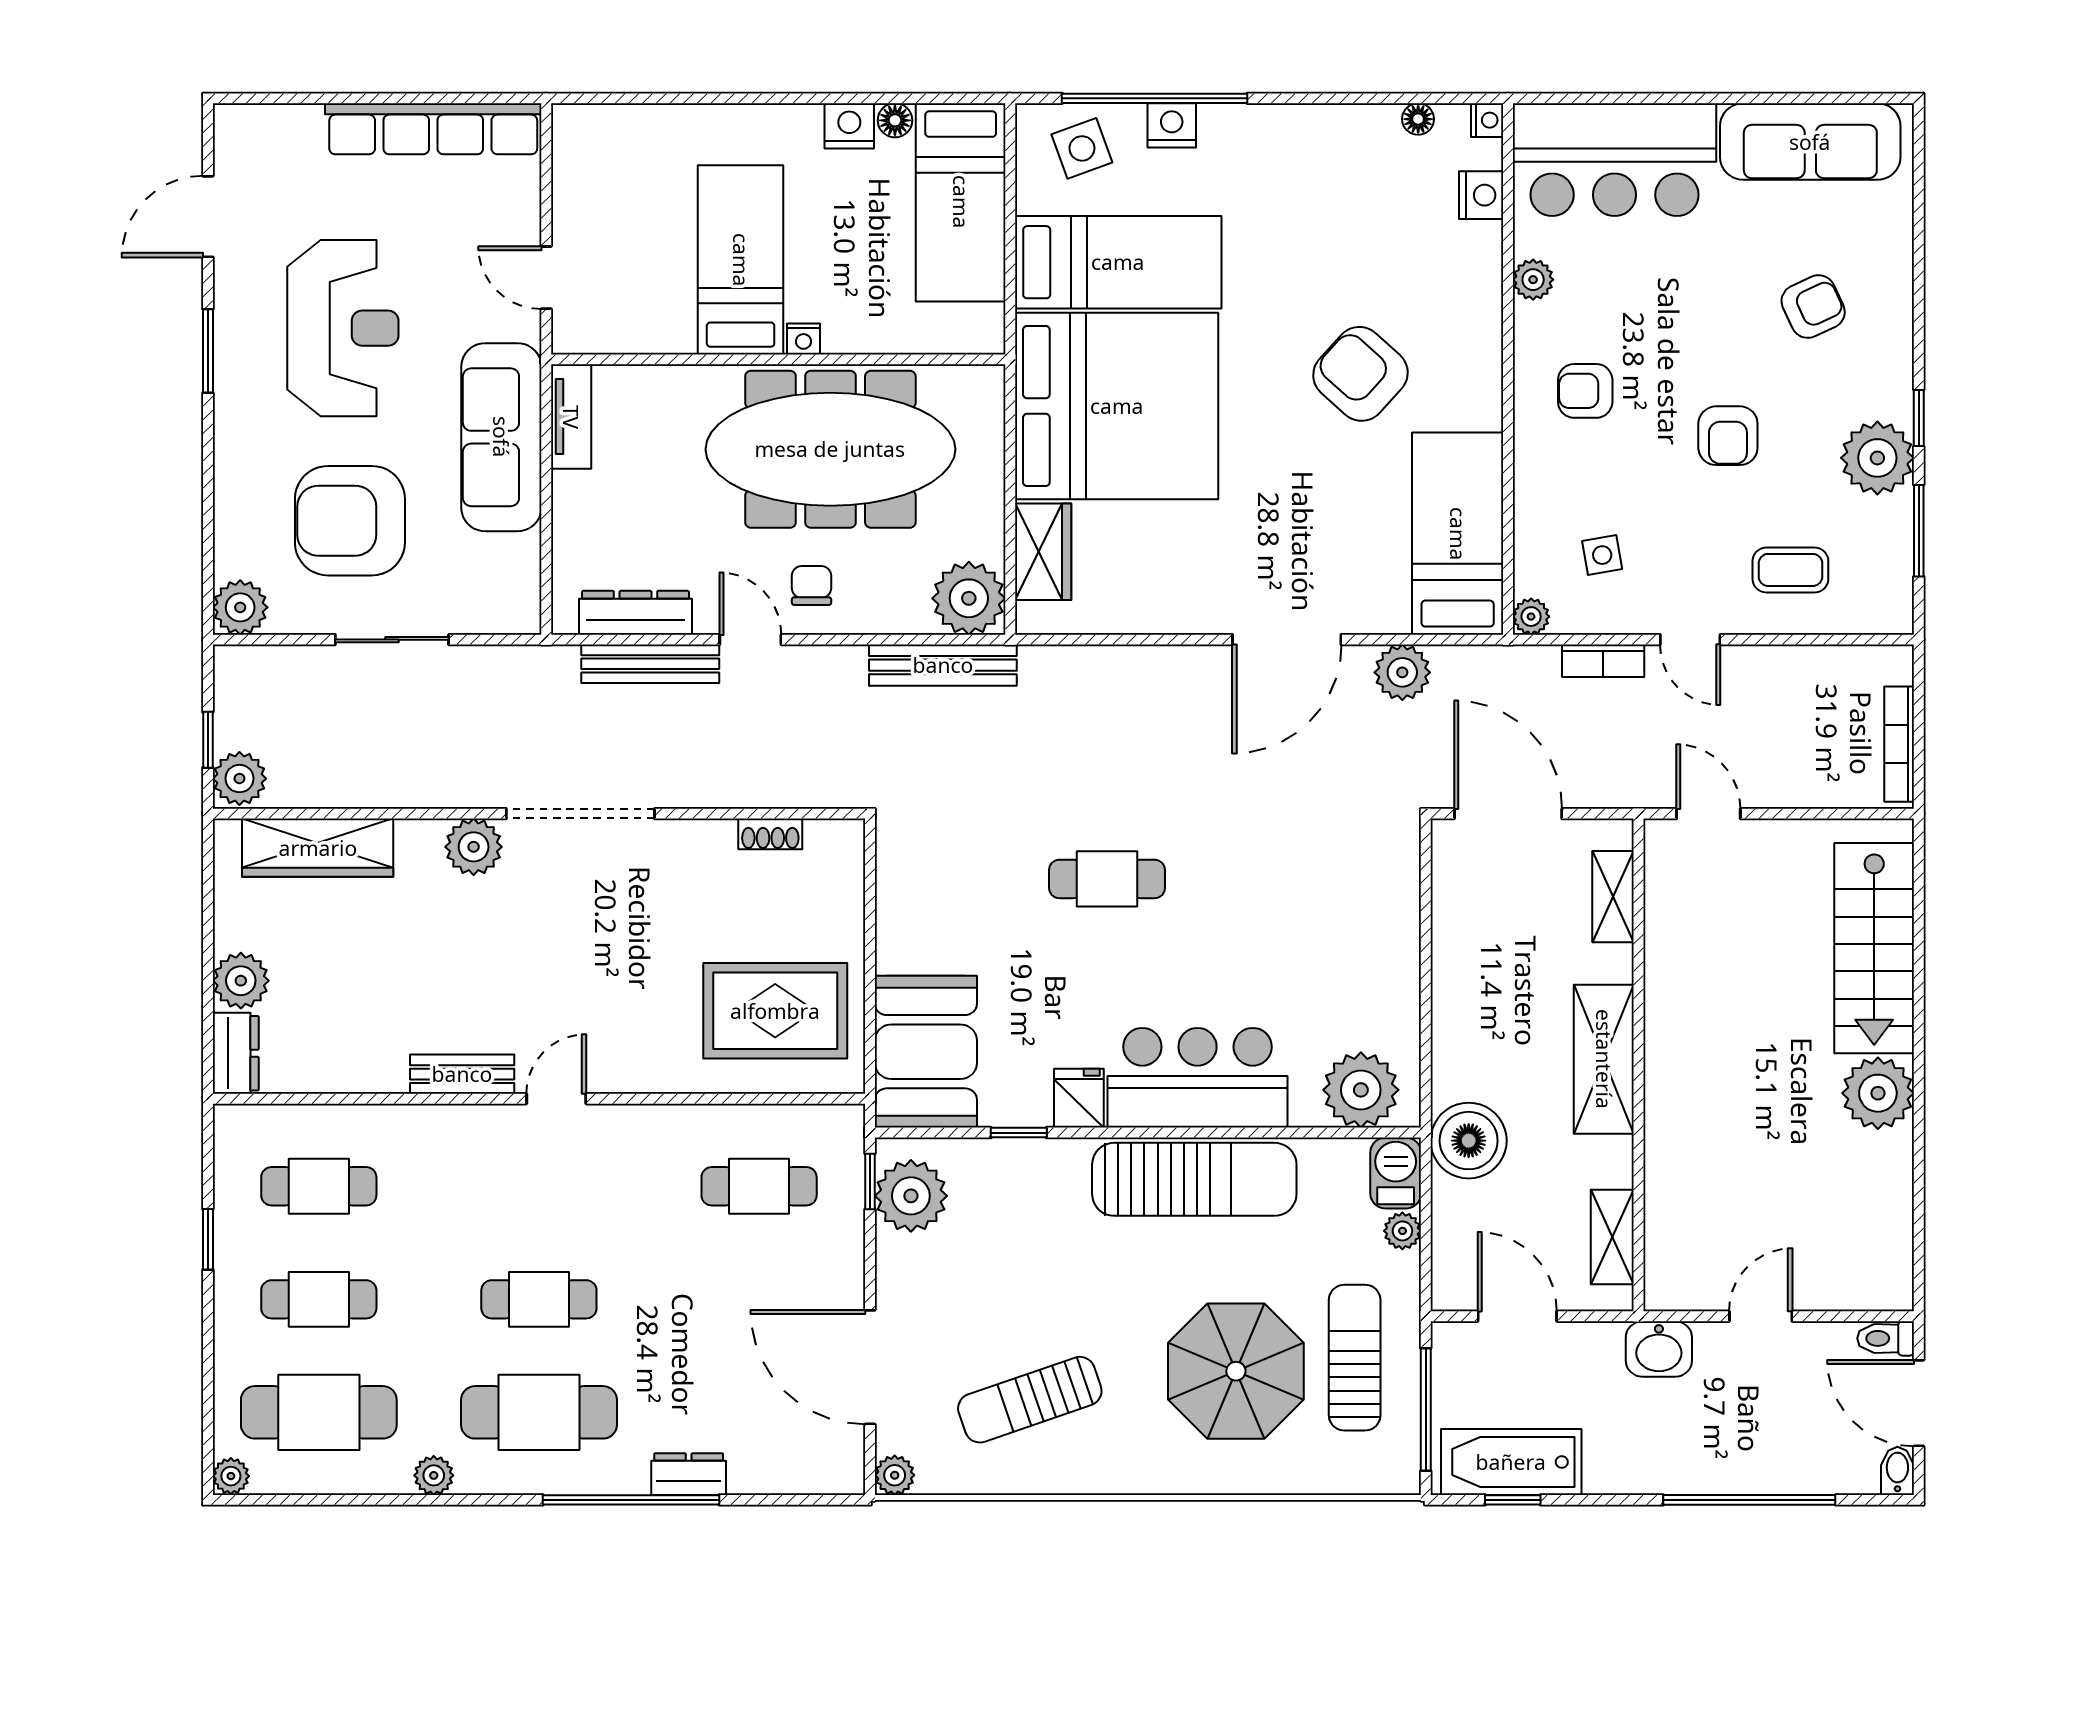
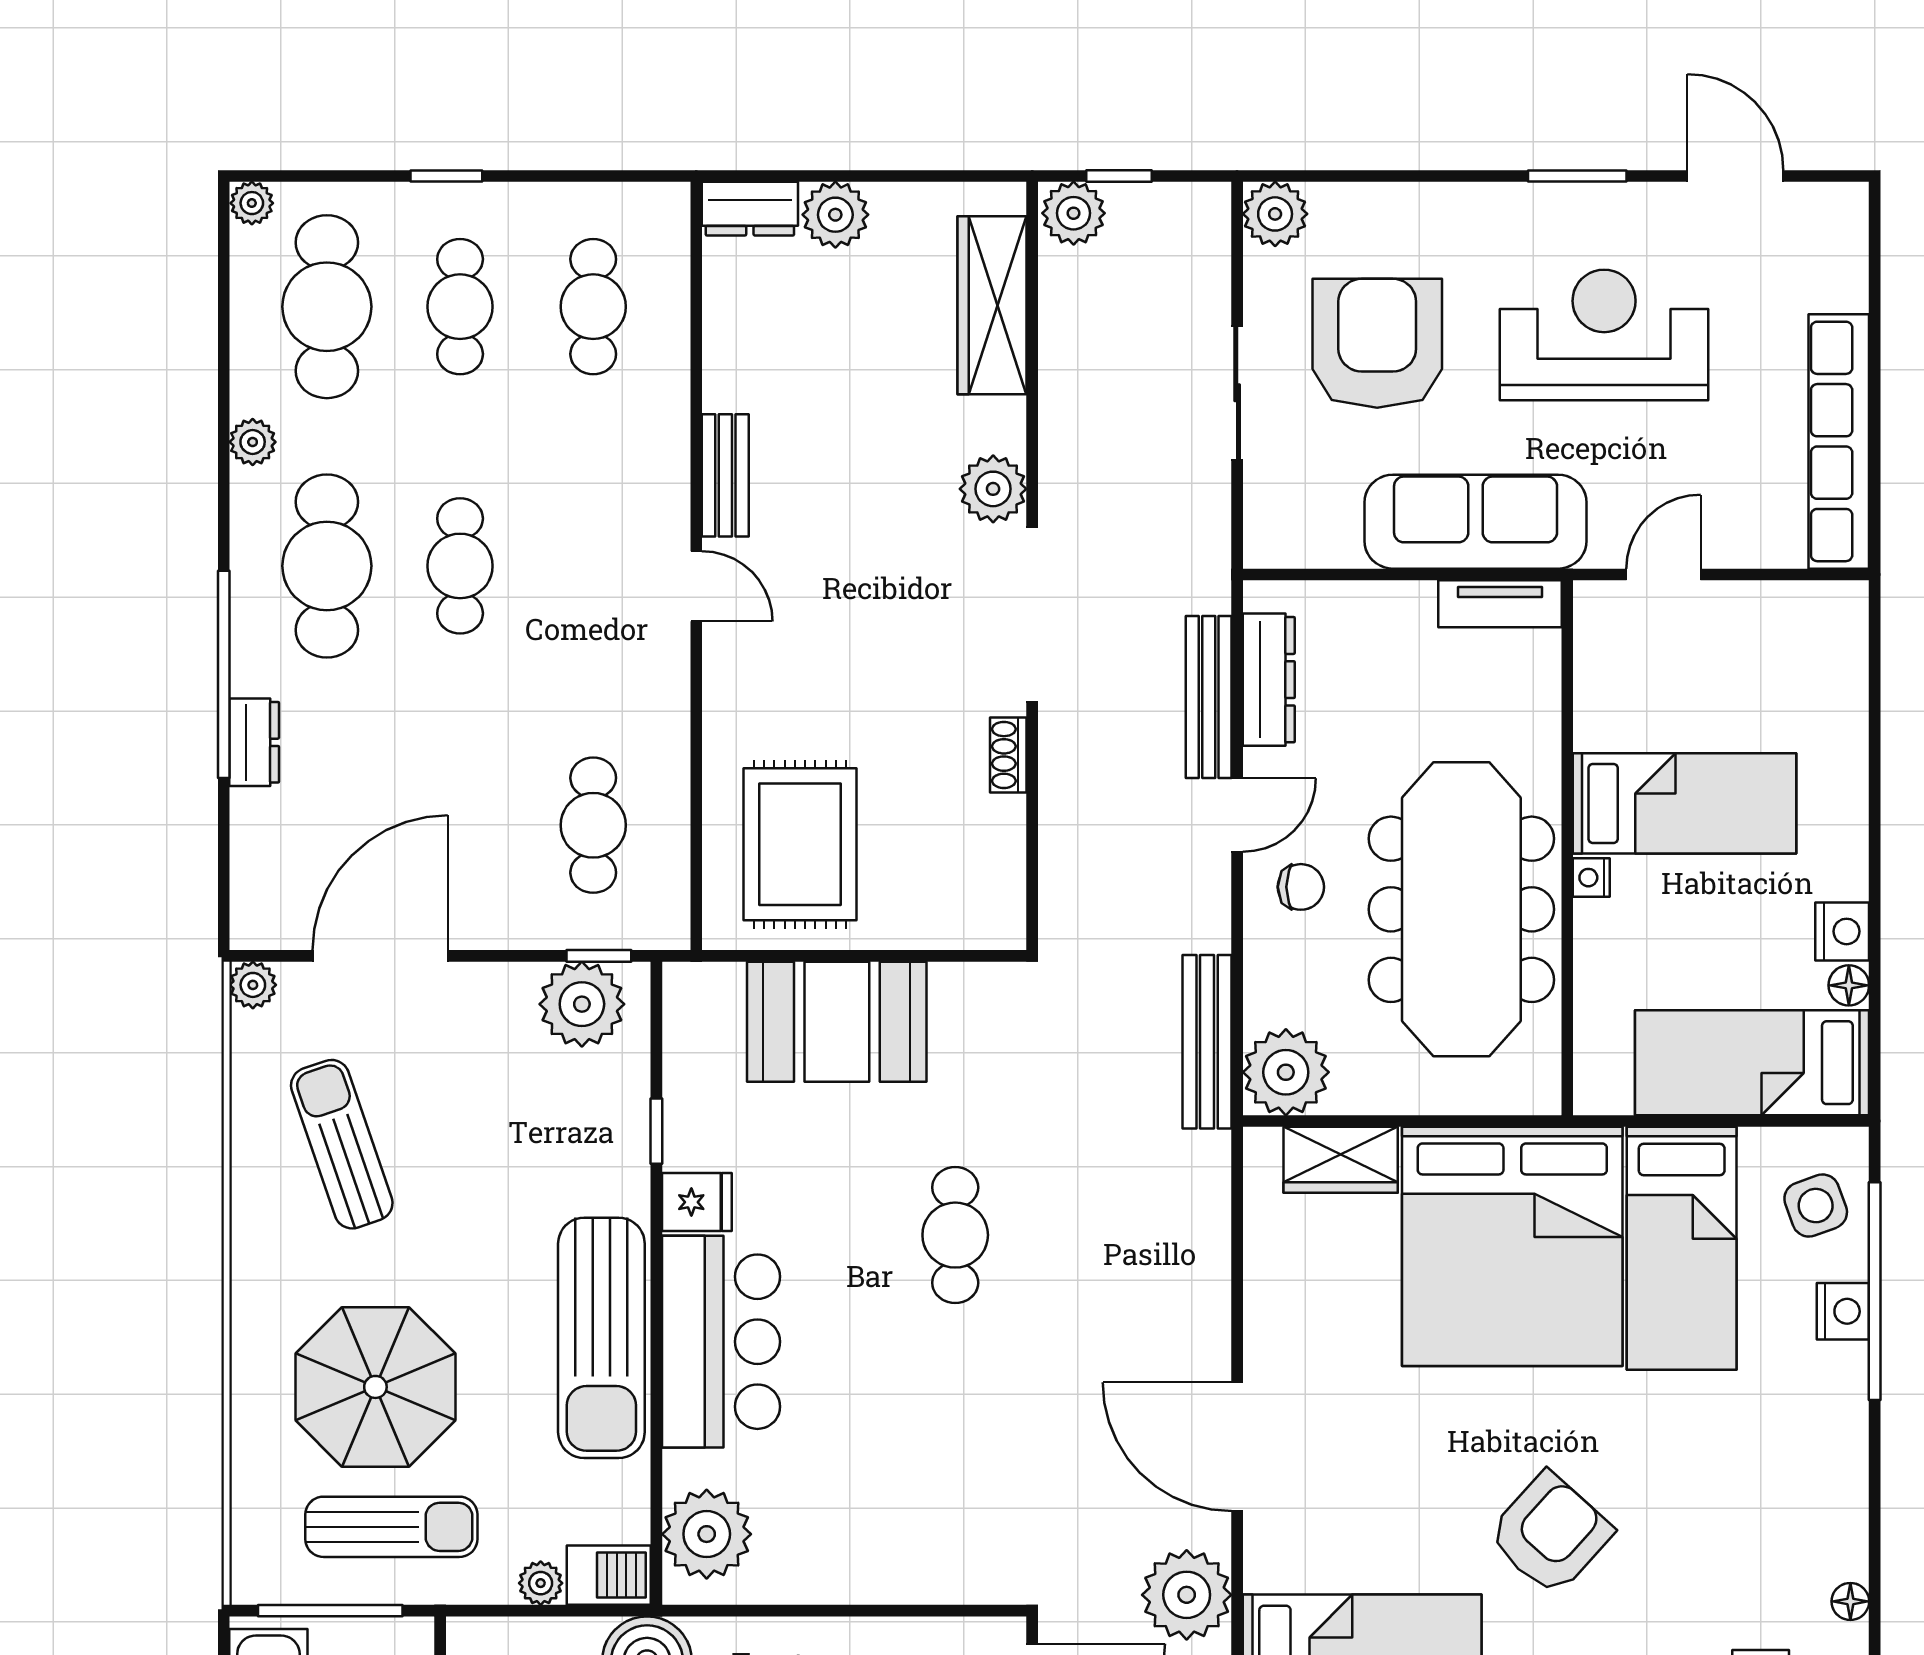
reception desk: (343, 328) -> (1604, 335), turned 180
plant: (1402, 672) -> (1187, 1595), width x1.36, depth x1.36
shoe rack: (770, 834) -> (1008, 755), moved
booth: (926, 1052) -> (837, 1022), moved
window: (208, 1239) -> (446, 176), moved

